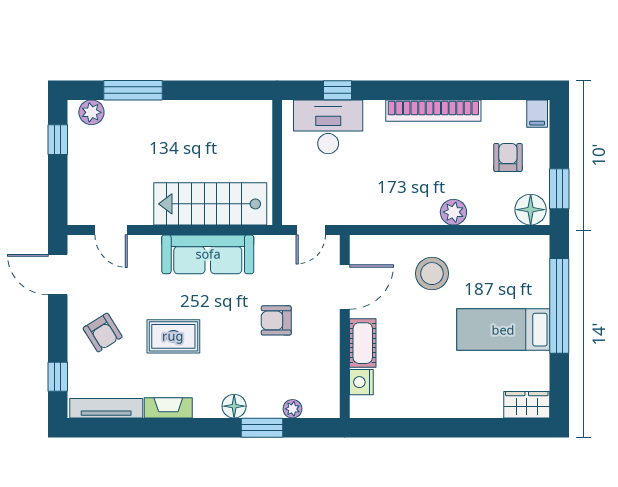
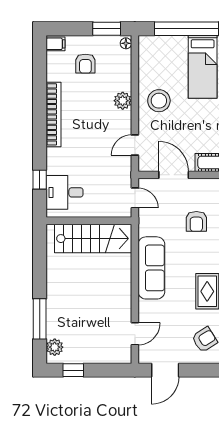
desk: (328, 127) -> (65, 192), width x0.73
armchair: (508, 157) -> (85, 64), turned -90
stairs: (210, 204) -> (93, 239), moved, turned -90
floor lamp: (531, 210) -> (126, 43), width x0.53, depth x0.53
door: (388, 230) -> (135, 145), added
stool: (432, 274) -> (159, 101), moved

